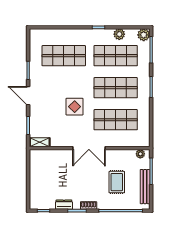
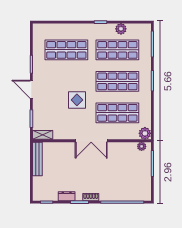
plant: (144, 35) -> (145, 133), moved
rug: (117, 182) -> (118, 174), removed
bench: (145, 187) -> (37, 159), moved

